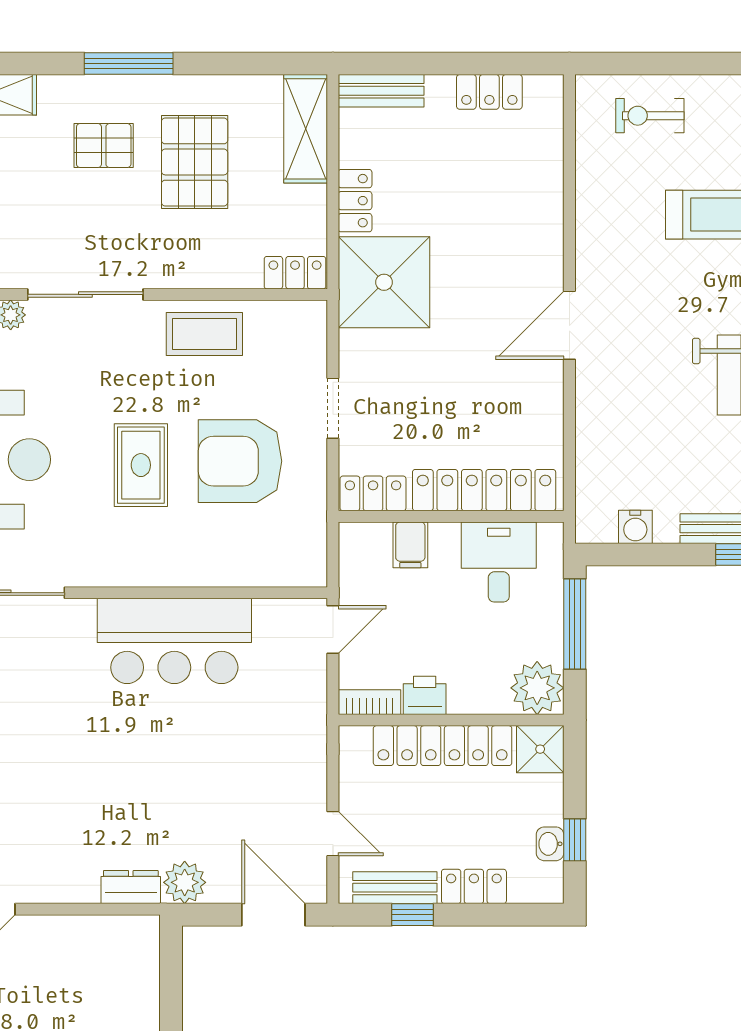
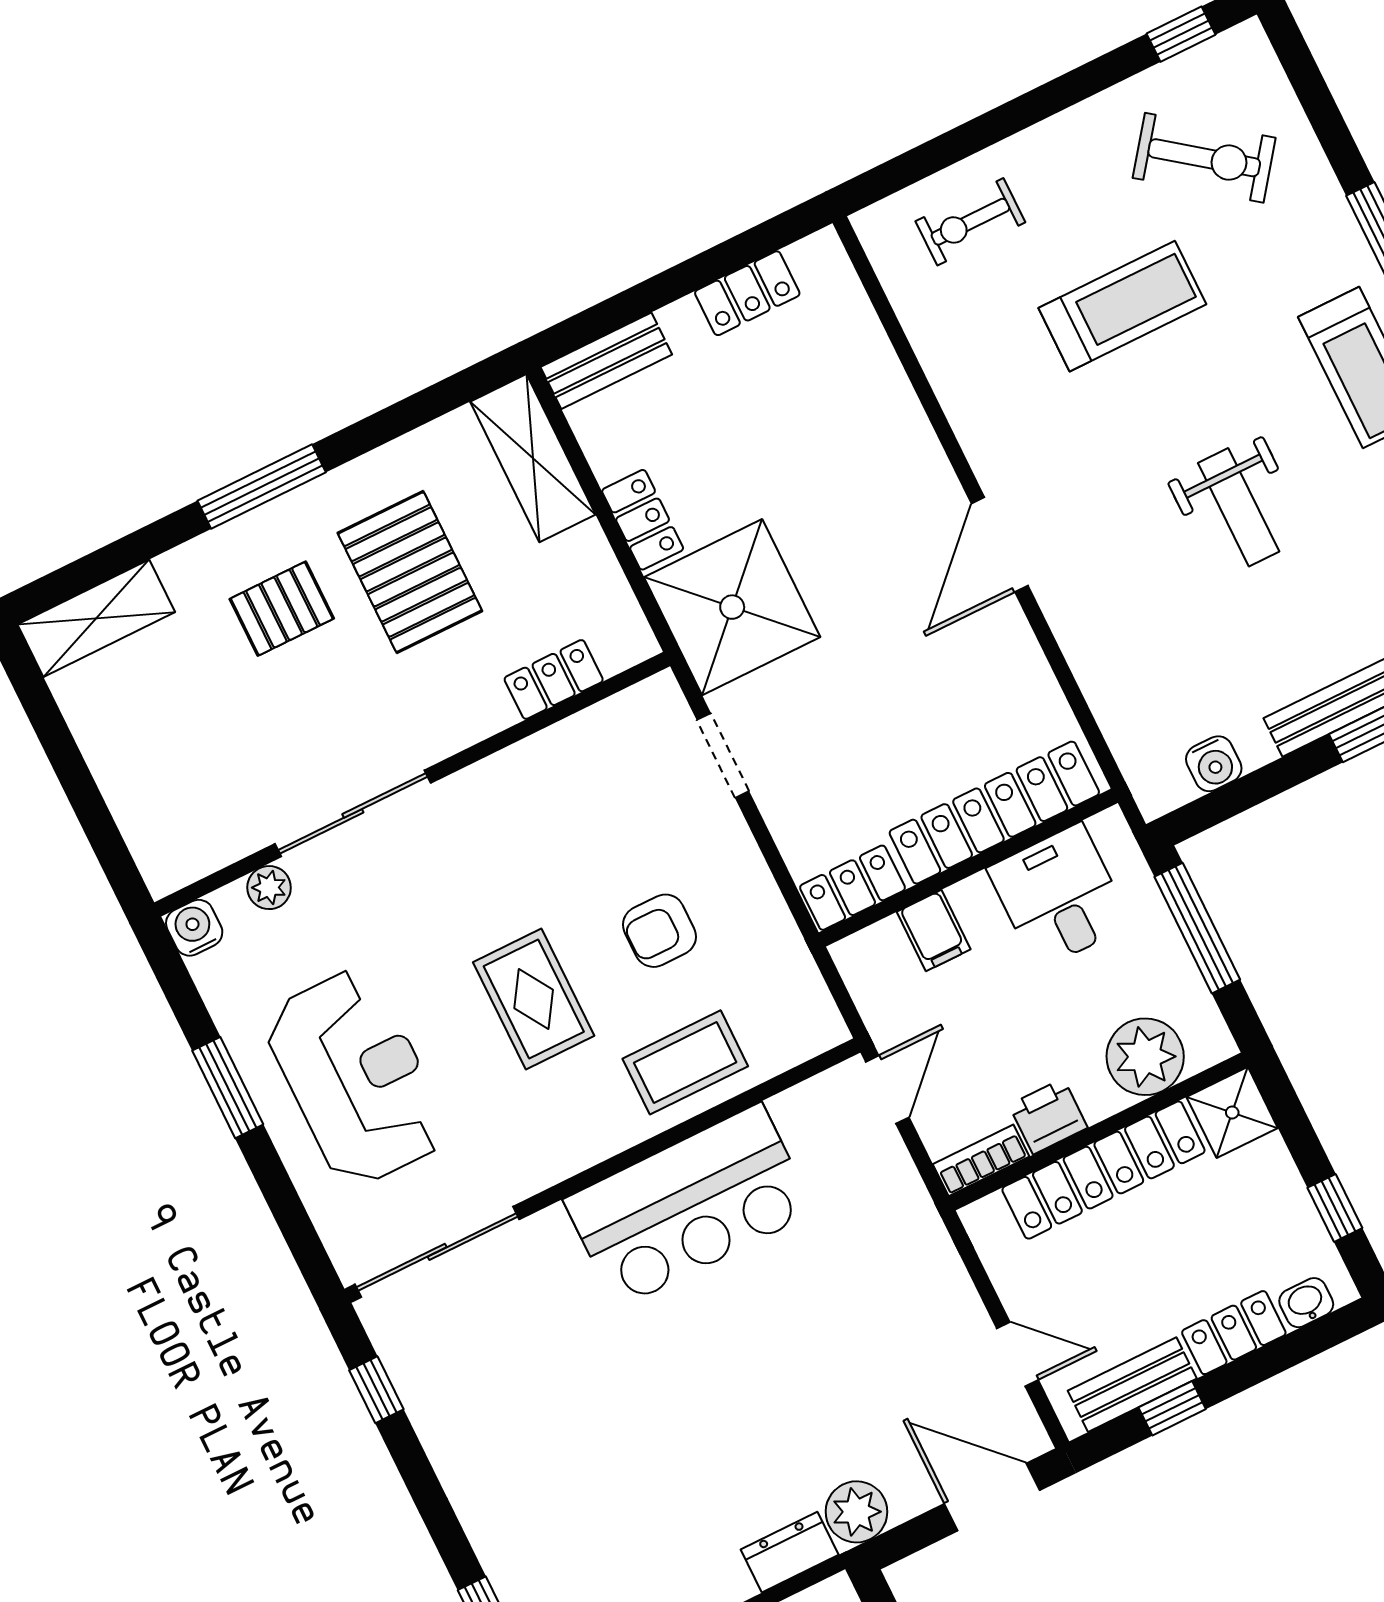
locker: (295, 273) -> (554, 679), moved
coffee table: (204, 334) -> (685, 1062), moved
doorway: (333, 408) -> (723, 756), moved
armchair: (240, 461) -> (659, 931), width x0.53, depth x0.53
plant: (537, 688) -> (1145, 1057), moved
washbasin: (550, 844) -> (1306, 1303), moved, turned 90

